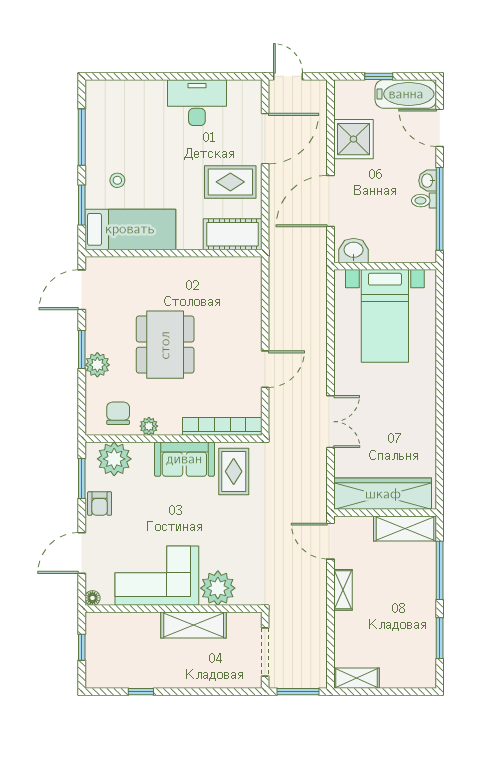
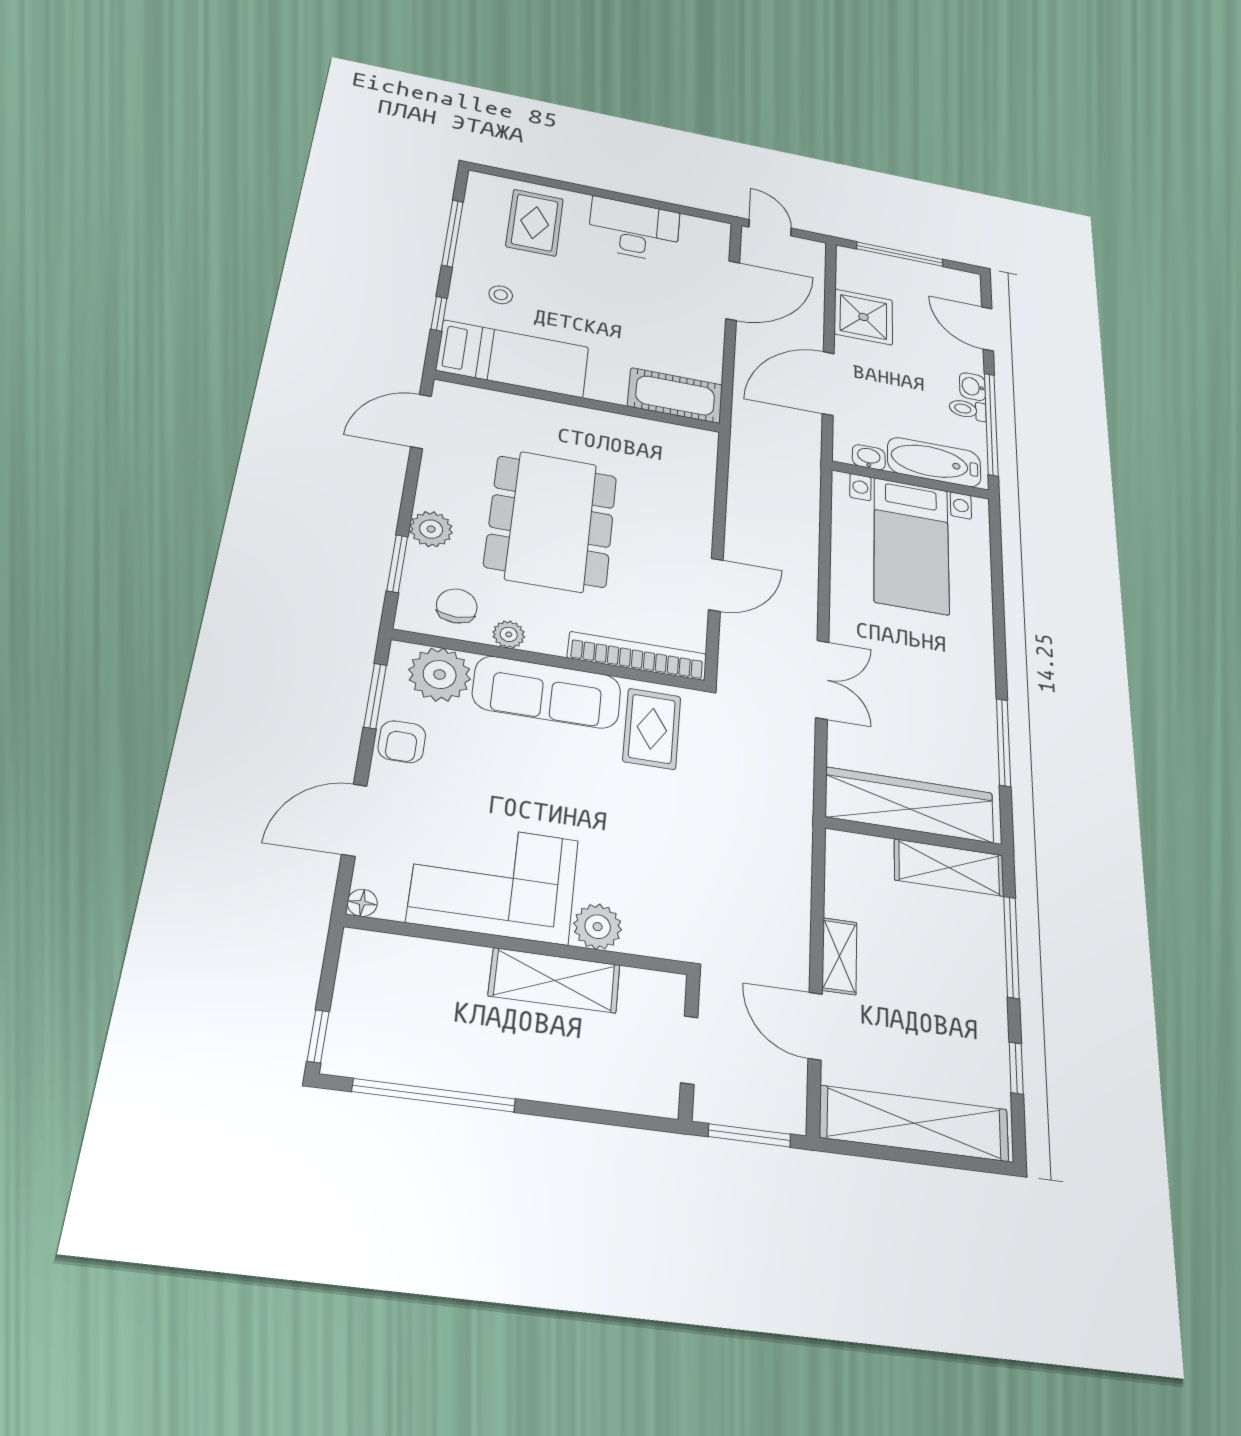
window: (379, 76) -> (900, 254), width x2.17
bathtub: (406, 94) -> (934, 462), moved, turned 180
rug: (230, 182) -> (535, 223), moved, turned 90
window: (82, 205) -> (439, 314), width x0.67
washbasin: (354, 250) -> (869, 457), width x0.72, depth x0.69
dining table: (165, 345) -> (551, 521), width x1.36, depth x1.24
window: (82, 350) -> (397, 564), moved
window: (440, 443) -> (1004, 742), added
sofa: (184, 459) -> (547, 692), width x1.36
door: (330, 541) -> (815, 1026), moved
plant: (218, 588) -> (598, 927), width x0.73, depth x0.73
window: (440, 638) -> (1016, 1068), width x0.67
window: (82, 647) -> (318, 1036), moved
doorway: (265, 652) -> (689, 1050), width x0.73
shelving: (356, 678) -> (914, 1123), width x2.20, depth x1.33
window: (141, 692) -> (434, 1095), width x3.17

